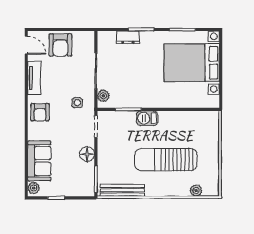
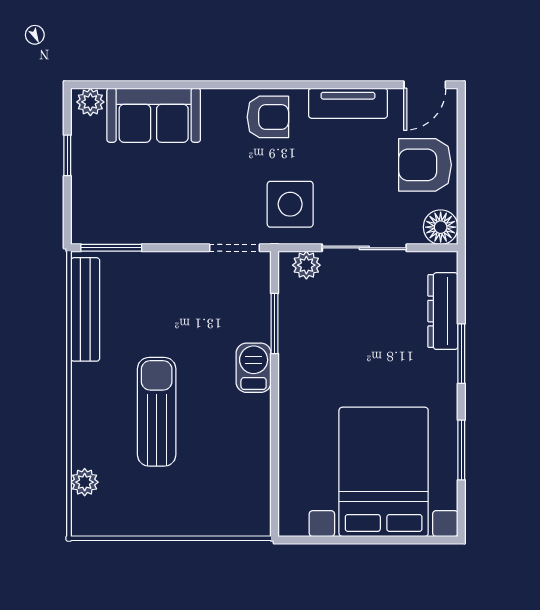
dresser: (128, 37) -> (443, 311), width x1.44
side table: (77, 103) -> (290, 204), width x1.87, depth x1.87
armchair: (40, 112) -> (268, 117), turned 180
floor lamp: (87, 154) -> (441, 227), moved
sun lounger: (166, 160) -> (157, 412), width x0.73, depth x0.75

